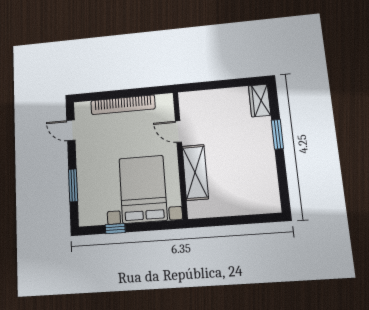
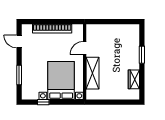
wardrobe: (260, 100) -> (134, 79), moved
door: (178, 132) -> (85, 48), hinge flipped

